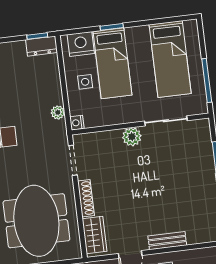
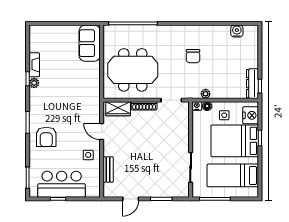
dresser: (42, 46) -> (252, 84), width x1.44
bed: (112, 63) -> (235, 141), width x1.50
floor lamp: (75, 108) -> (207, 106), added
plant: (132, 137) -> (183, 143), removed
bench: (167, 241) -> (108, 170), moved

